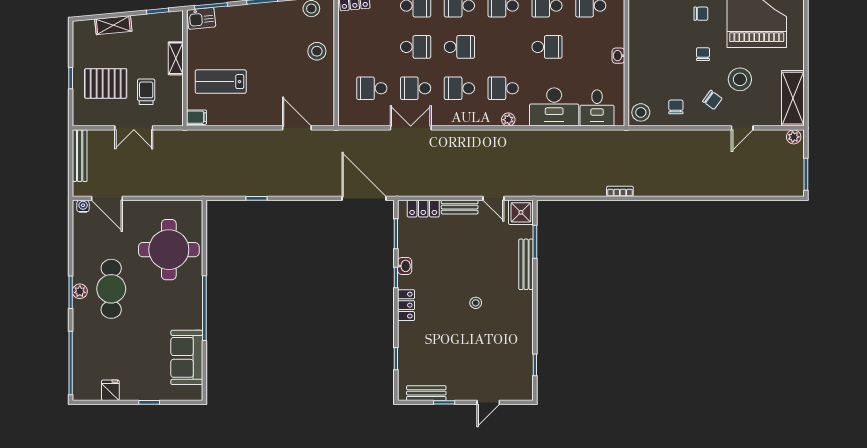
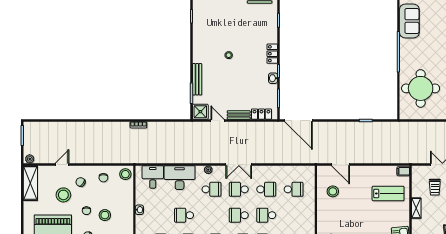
stool: (674, 47) -> (105, 215), added
stool: (317, 51) -> (333, 191), moved
school desk: (459, 88) -> (239, 189), turned 180
double door: (411, 128) -> (239, 164), moved

